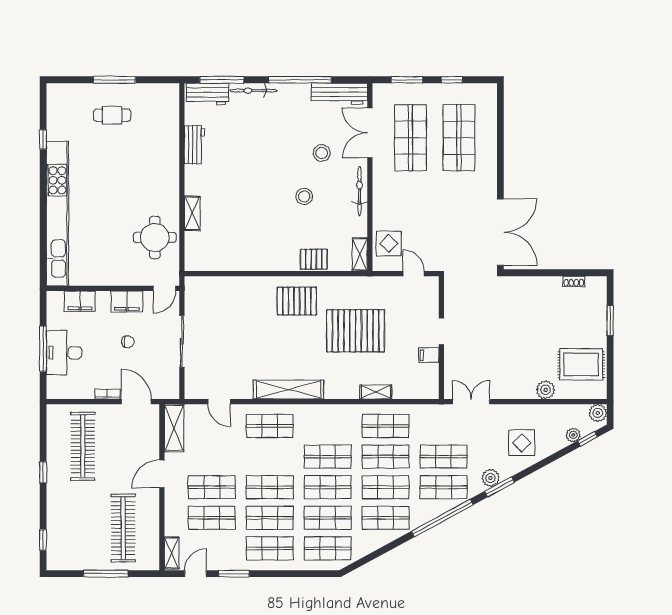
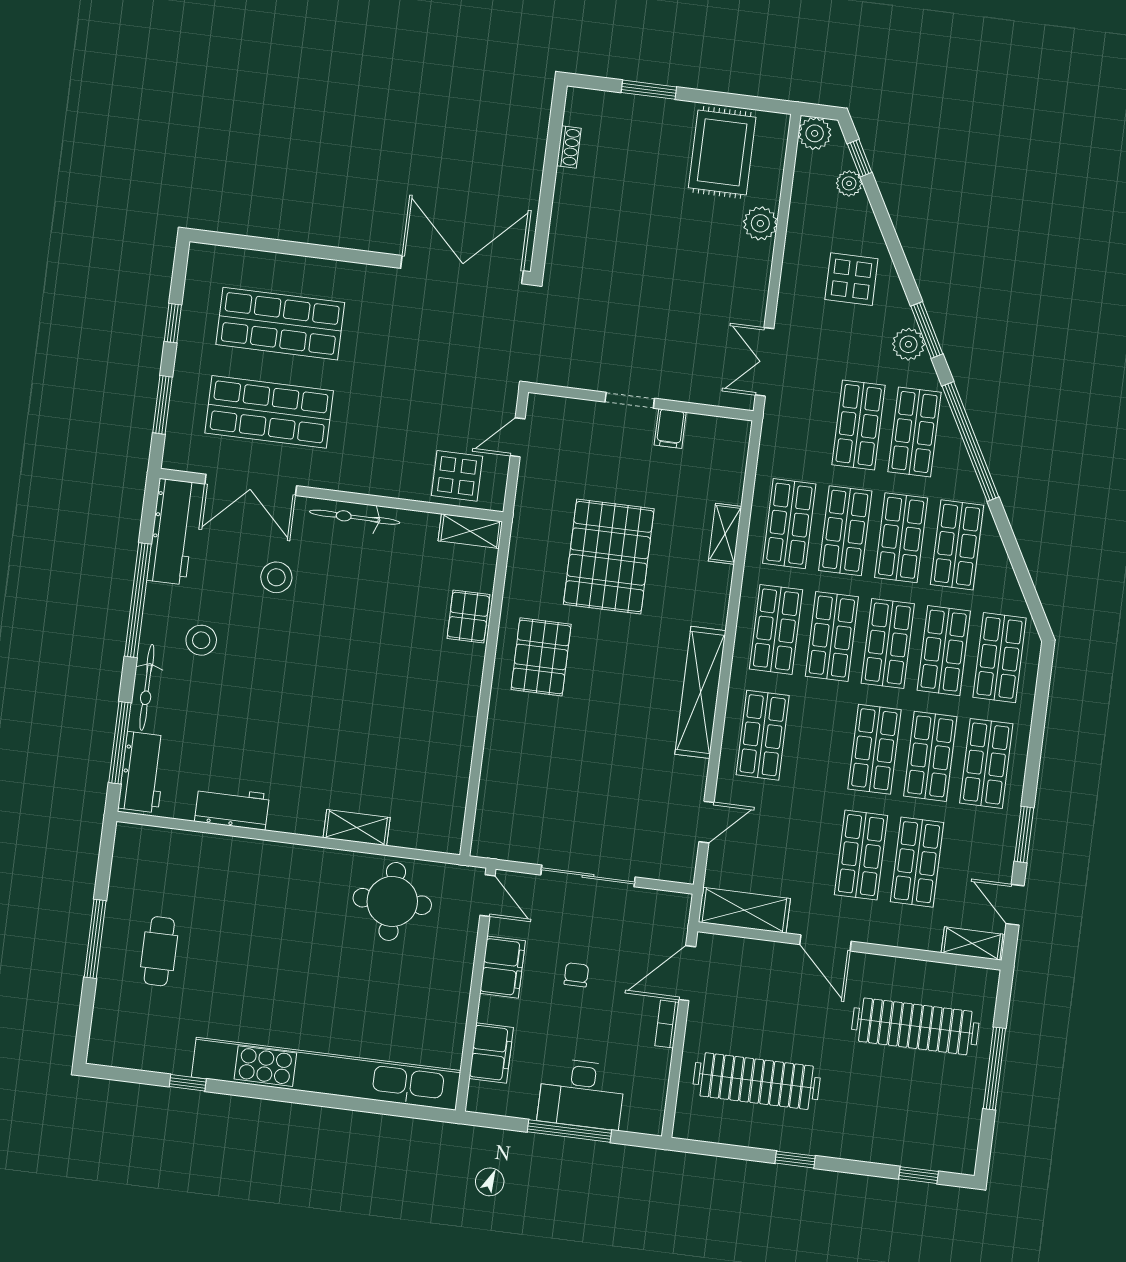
stool: (304, 196) -> (201, 640), moved
shop shelf: (328, 426) -> (776, 629), added

